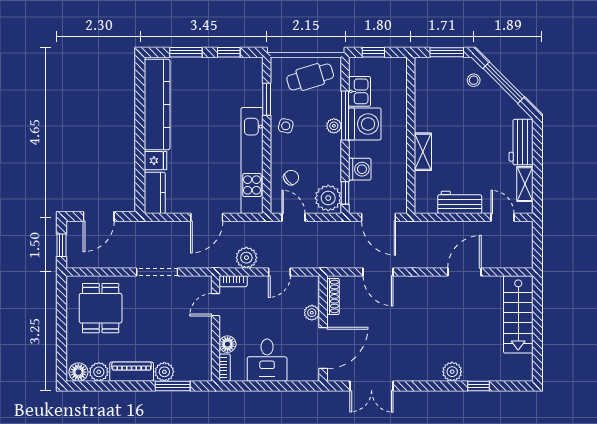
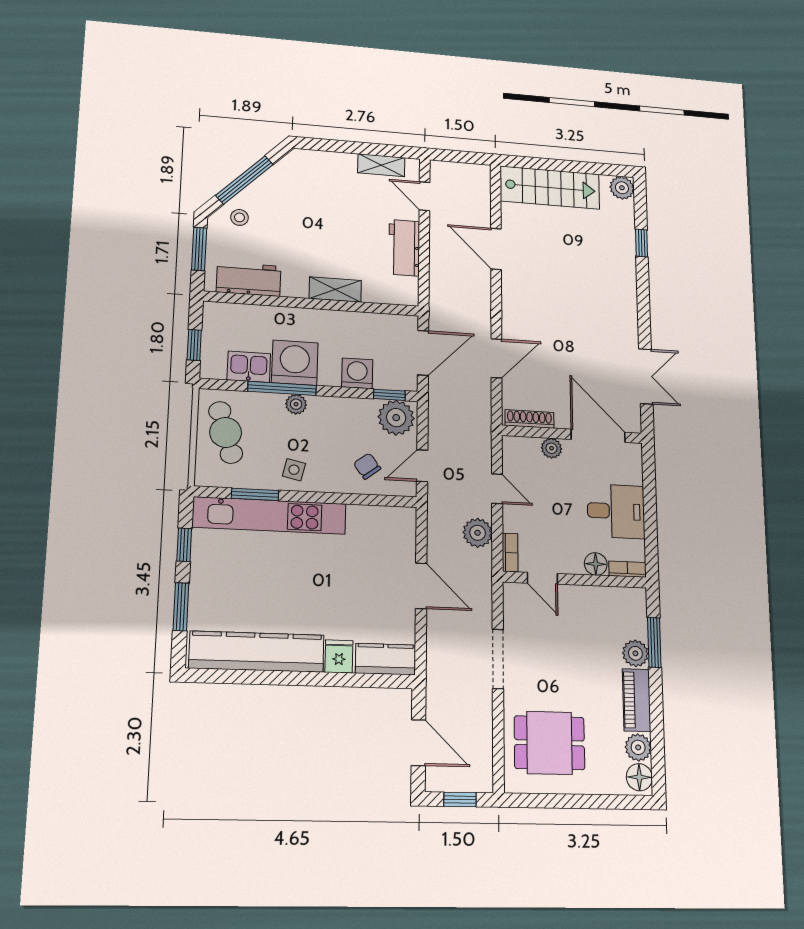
workbench: (521, 142) -> (249, 279), moved, turned 180
kitchen unit: (252, 161) -> (270, 515), moved
door: (503, 217) -> (425, 196), hinge flipped
plant: (452, 372) -> (622, 188), moved

